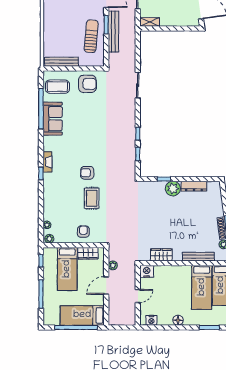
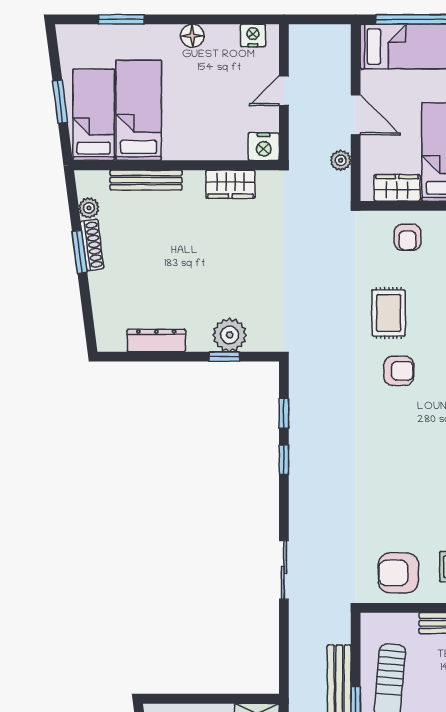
plant: (173, 189) -> (230, 335), moved
door: (106, 285) -> (356, 115), hinge flipped

